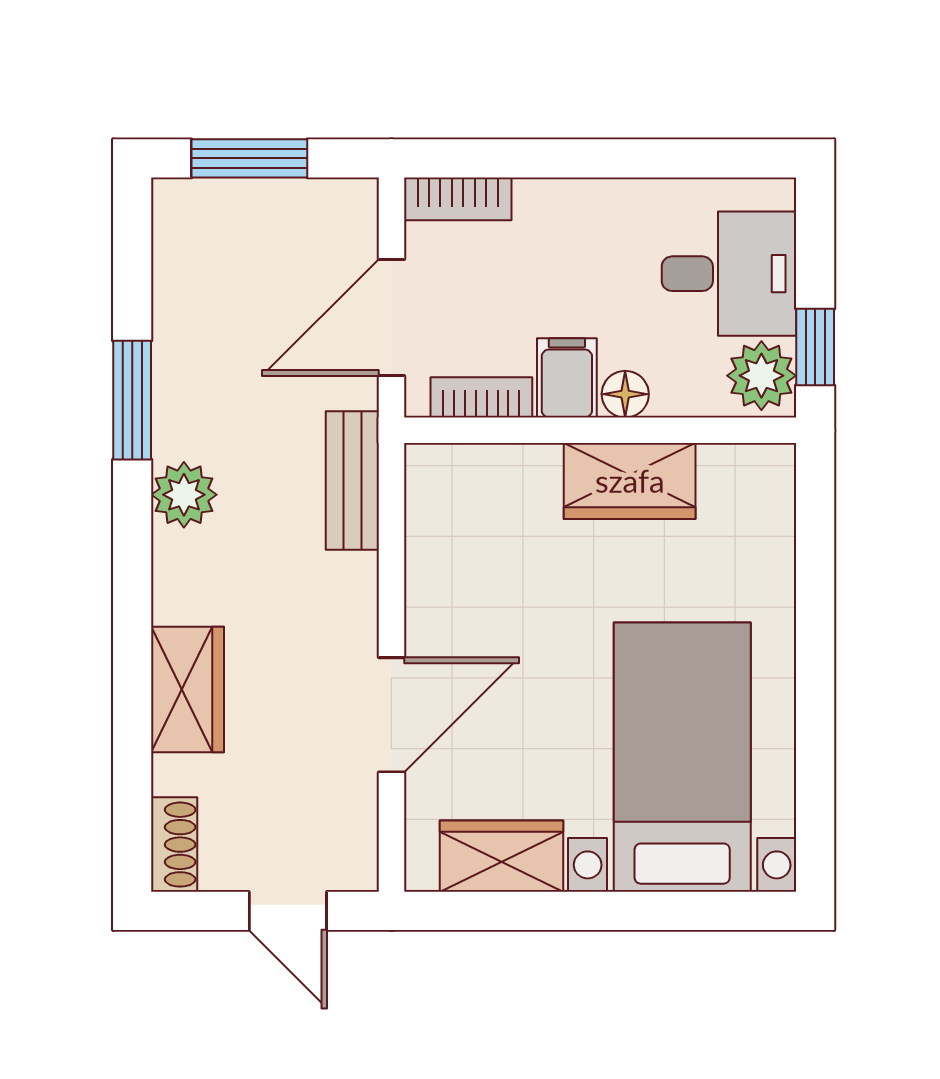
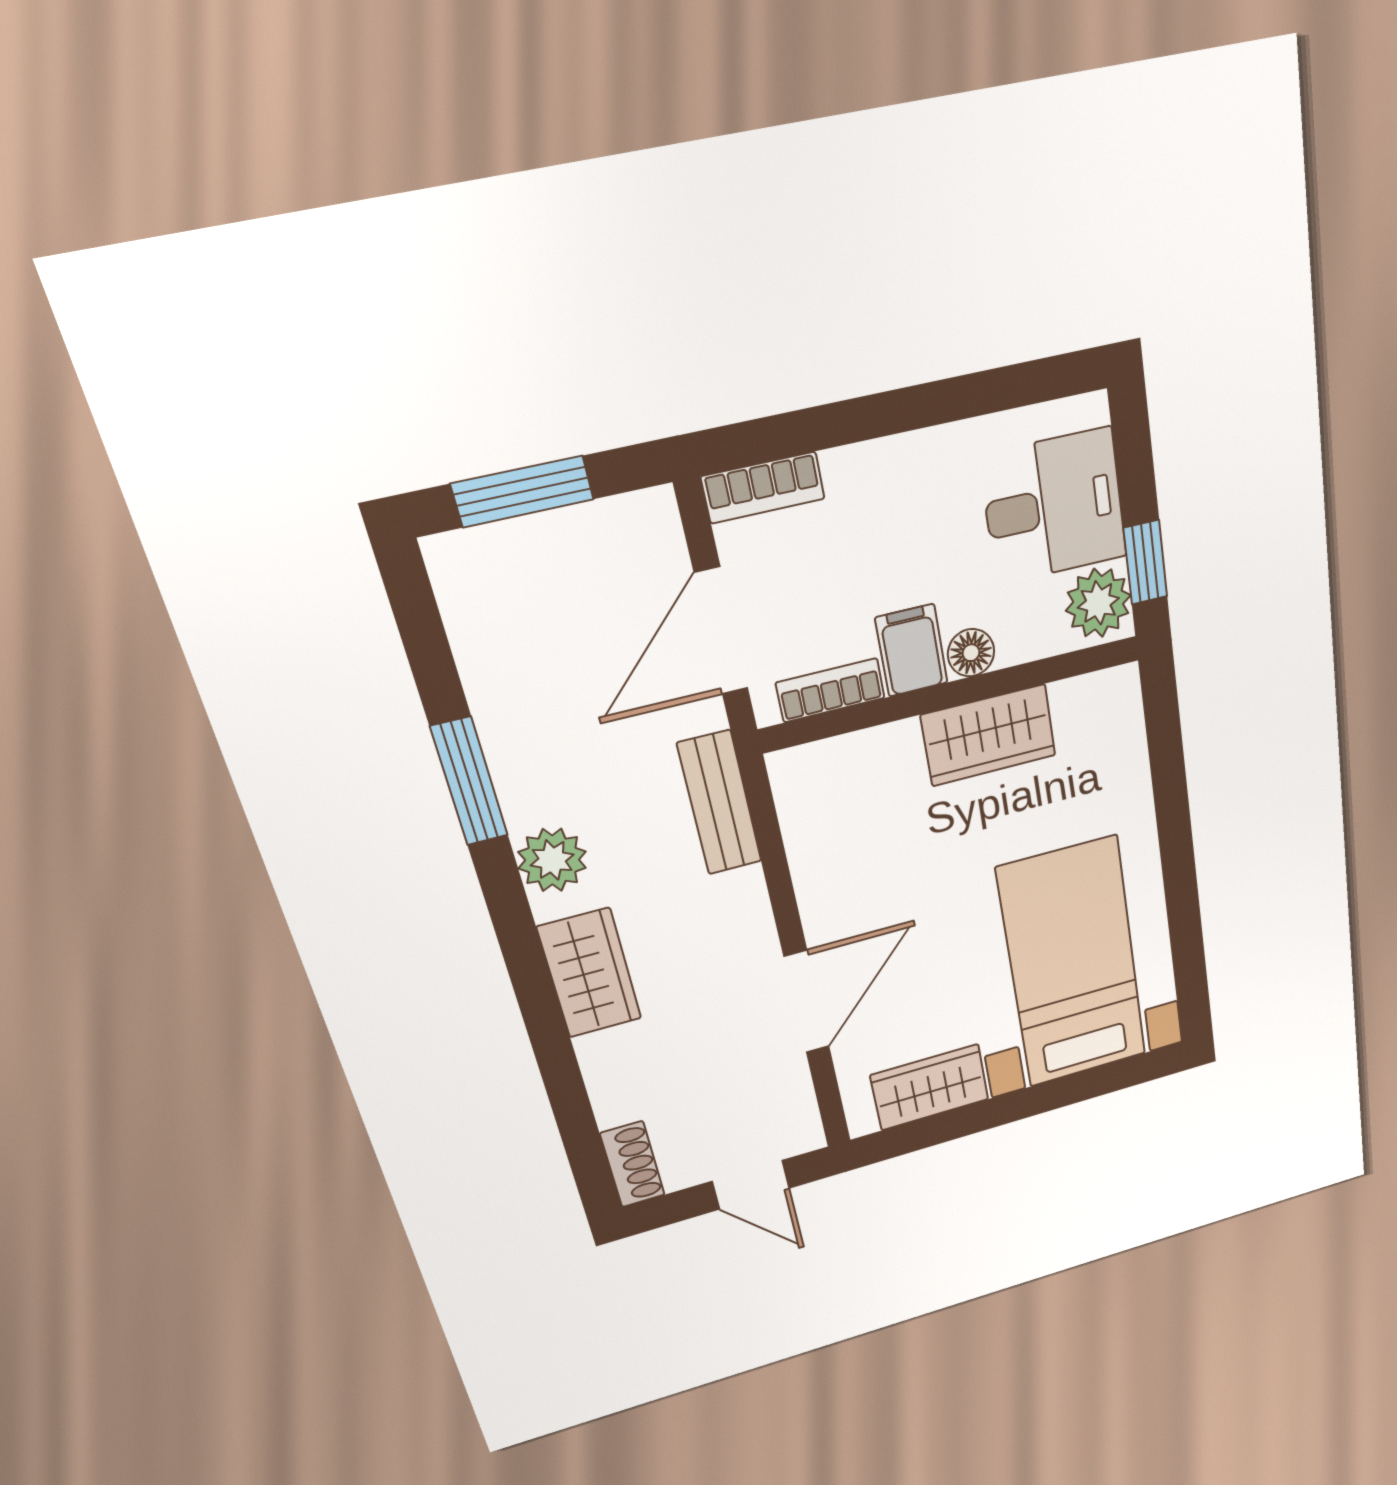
wardrobe: (188, 690) -> (590, 973), moved

